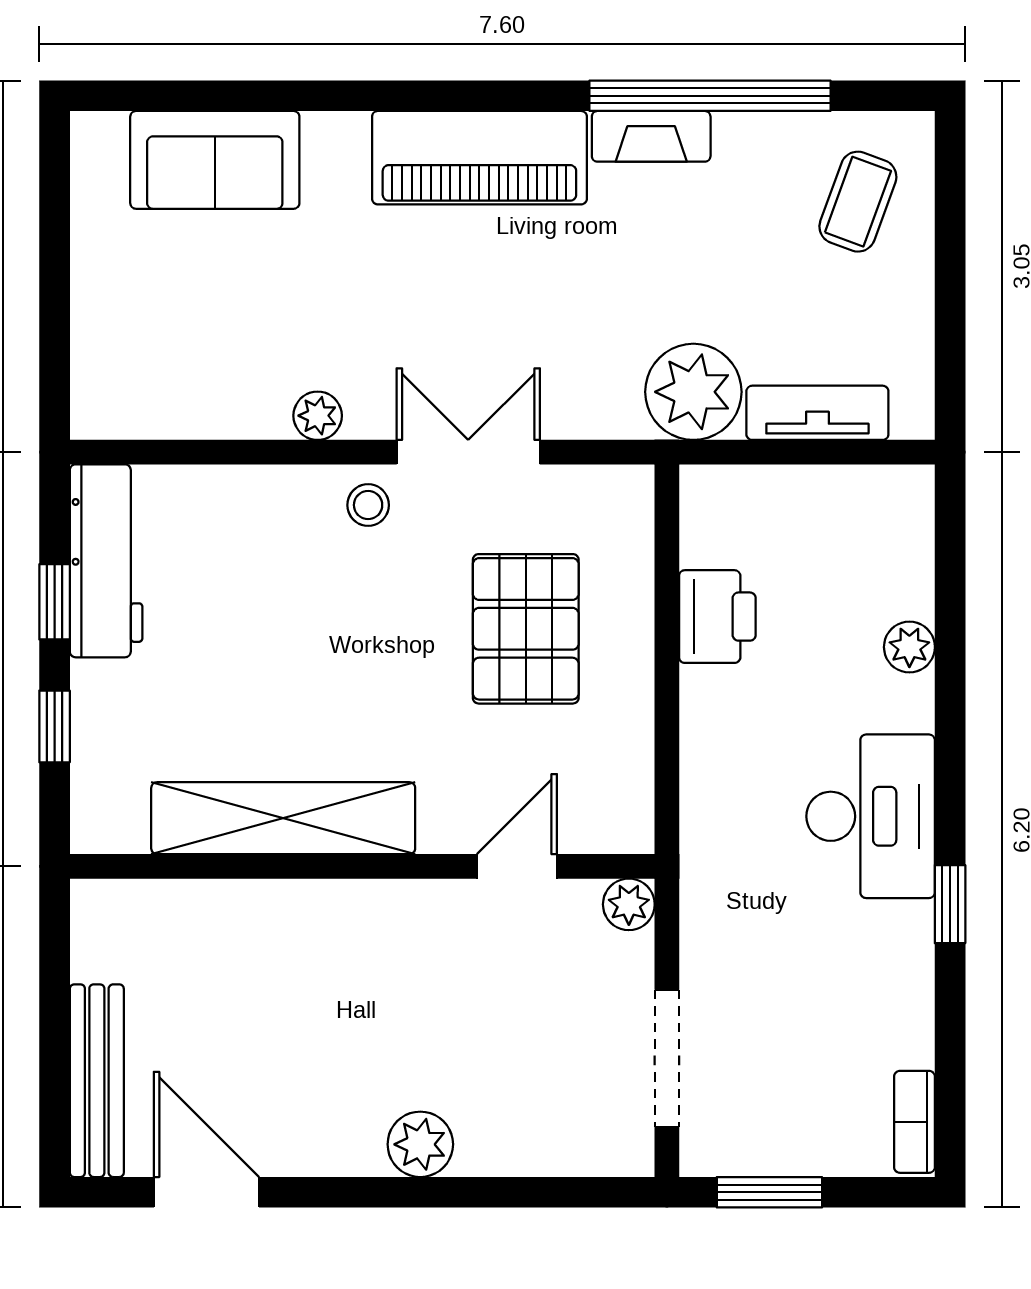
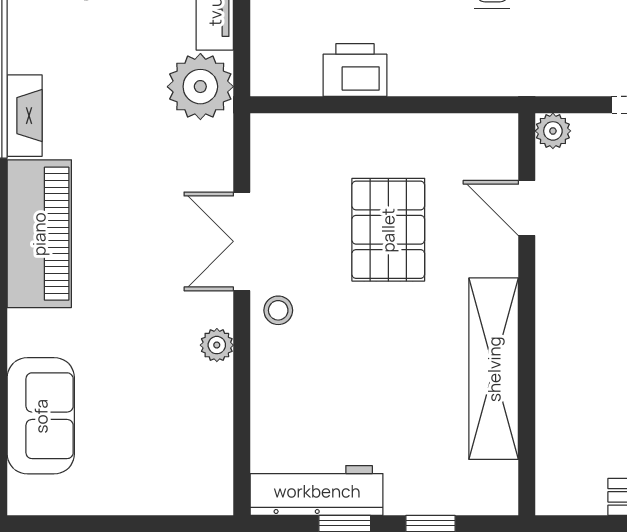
pallet: (526, 629) -> (388, 230), moved, turned 90

